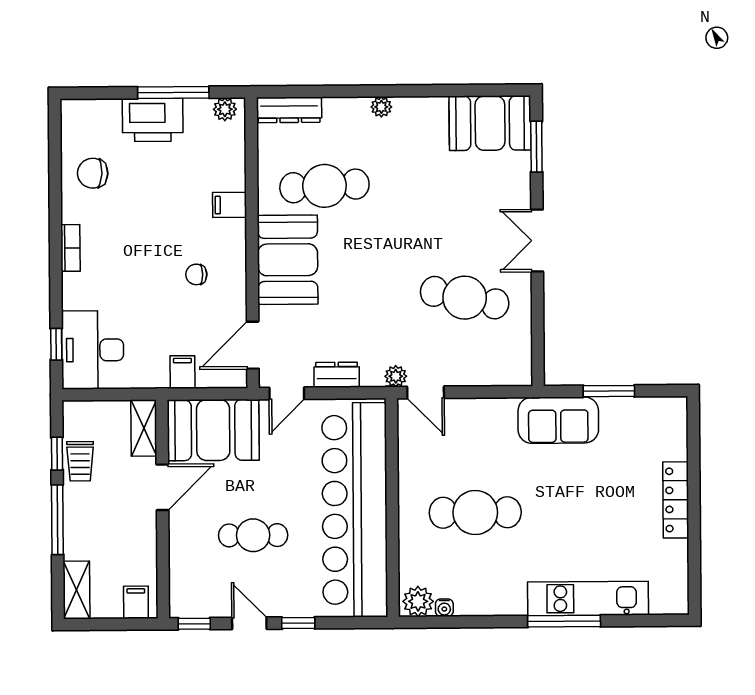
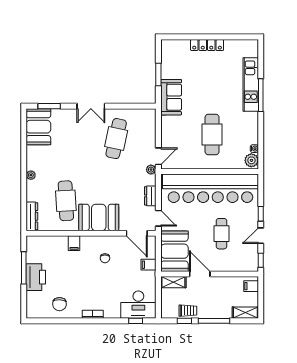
plant: (225, 109) -> (31, 245), removed

